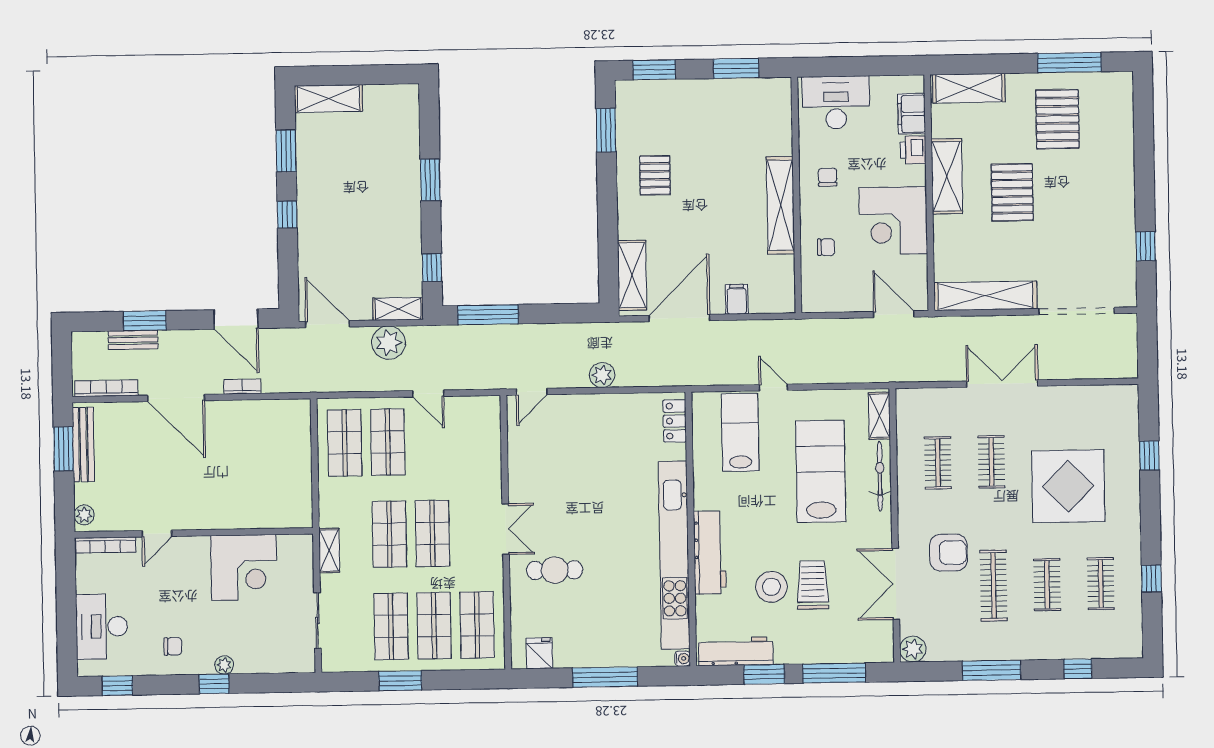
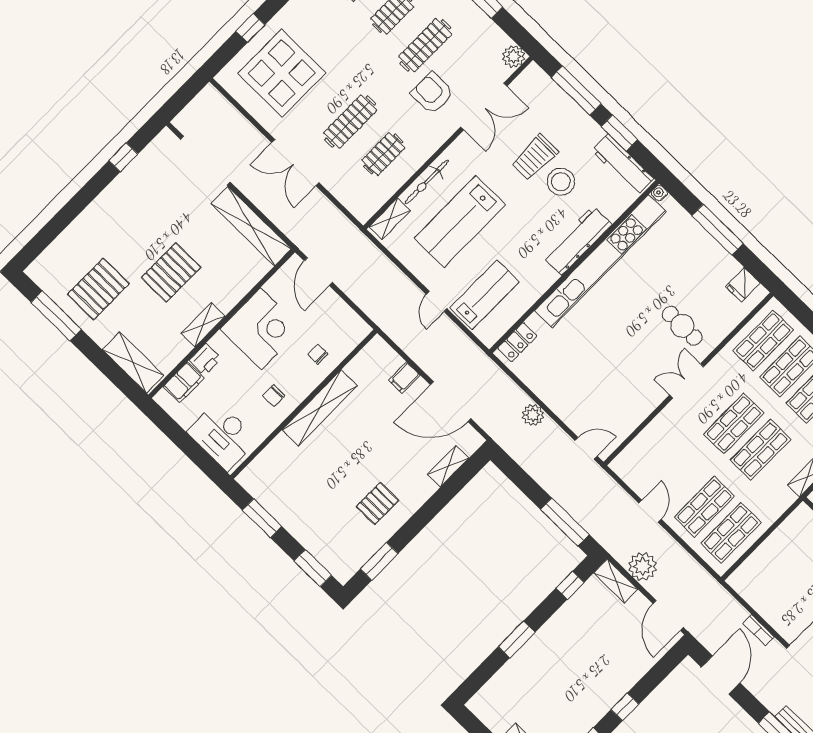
shelving: (947, 176) -> (203, 325), width x0.67, depth x0.75
shelving: (632, 275) -> (448, 466), width x0.67, depth x0.75
lab bench: (740, 432) -> (485, 295), turned 180
clothes rail: (991, 462) -> (350, 122), width x1.36
display table: (1068, 486) -> (282, 73), moved

